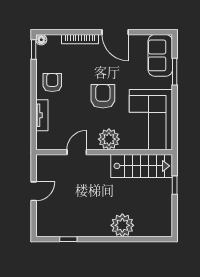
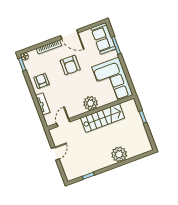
armchair: (103, 96) -> (70, 65), moved, turned 180
door: (77, 152) -> (63, 123), moved
stairs: (142, 166) -> (103, 118), moved

